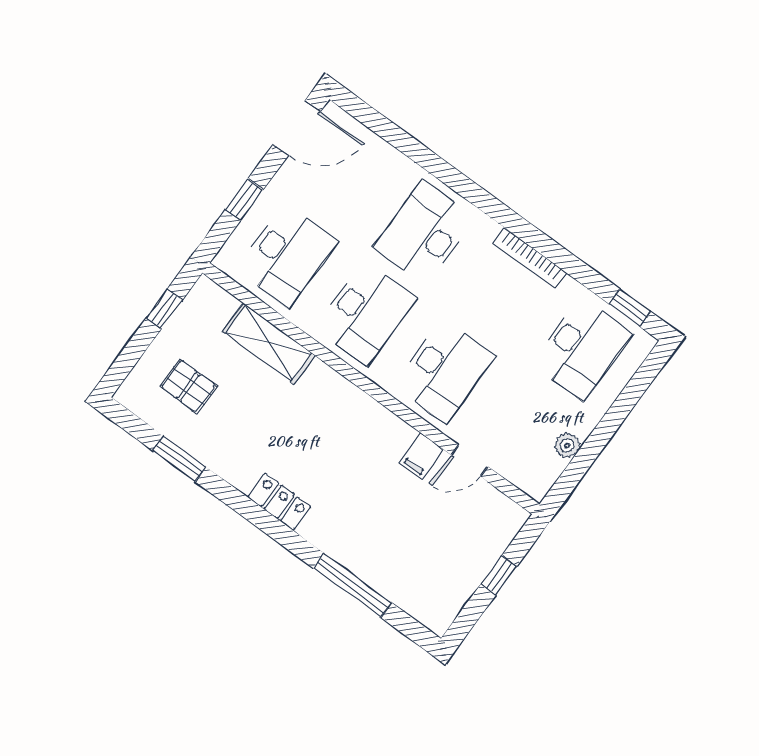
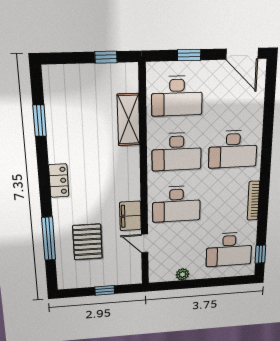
desk: (424, 233) -> (233, 149), turned 180
pallet: (188, 386) -> (88, 242), moved, width x1.50, depth x1.42
filing cabinet: (421, 456) -> (130, 216), width x2.00

